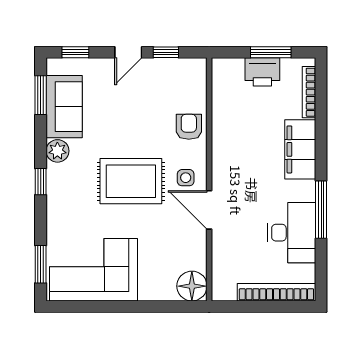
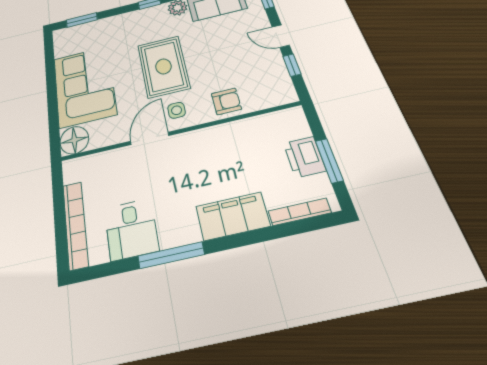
desk: (292, 233) -> (131, 229), width x0.73
corner sofa: (94, 270) -> (84, 86), moved

